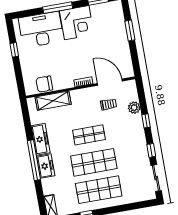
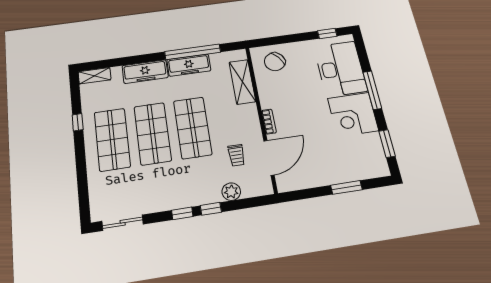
window: (14, 50) -> (327, 33), moved
chair: (44, 84) -> (275, 62), moved, turned -128
shop shelf: (89, 135) -> (193, 128), width x1.43, depth x1.36
window: (151, 150) -> (182, 213), moved
window: (34, 160) -> (193, 52), moved
freezer: (46, 166) -> (145, 72), width x1.40

